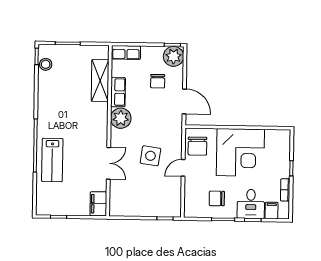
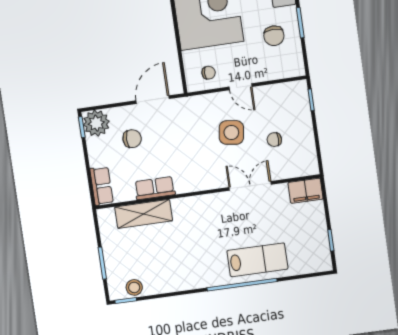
plant: (121, 118) -> (188, 179), removed
chair: (197, 146) -> (209, 73), width x0.54, depth x0.54
chair: (140, 187) -> (274, 140), added

